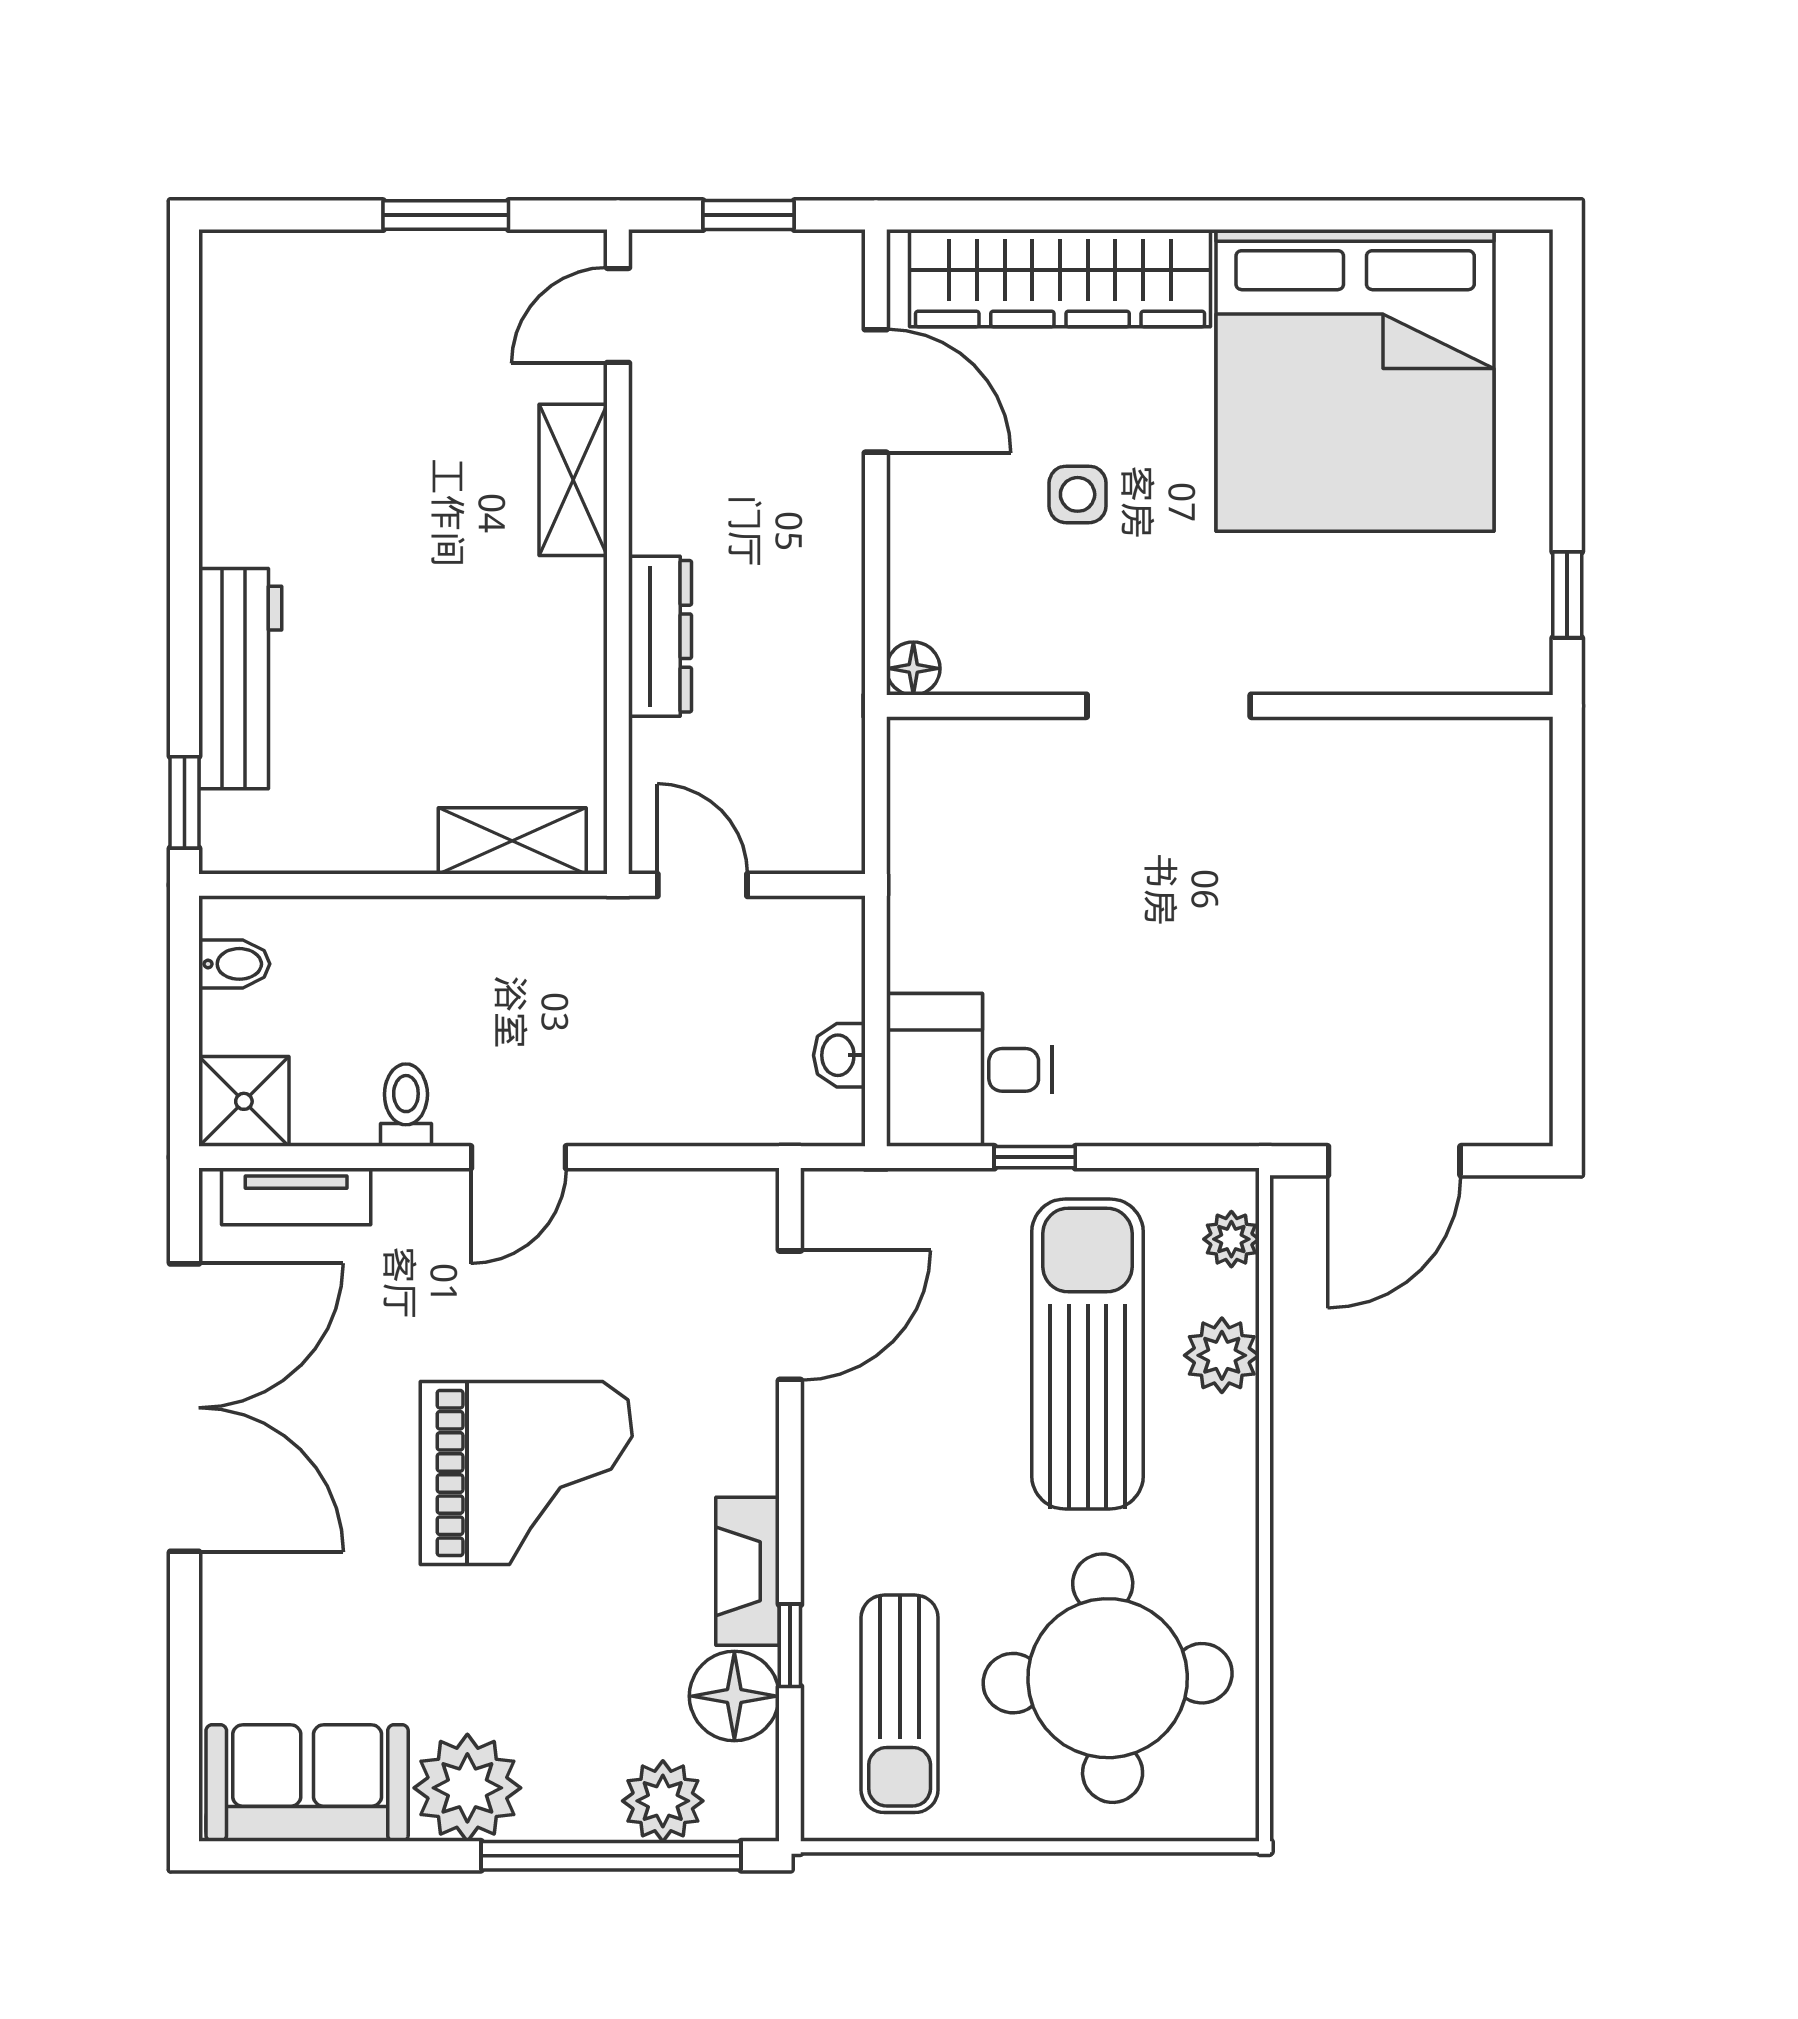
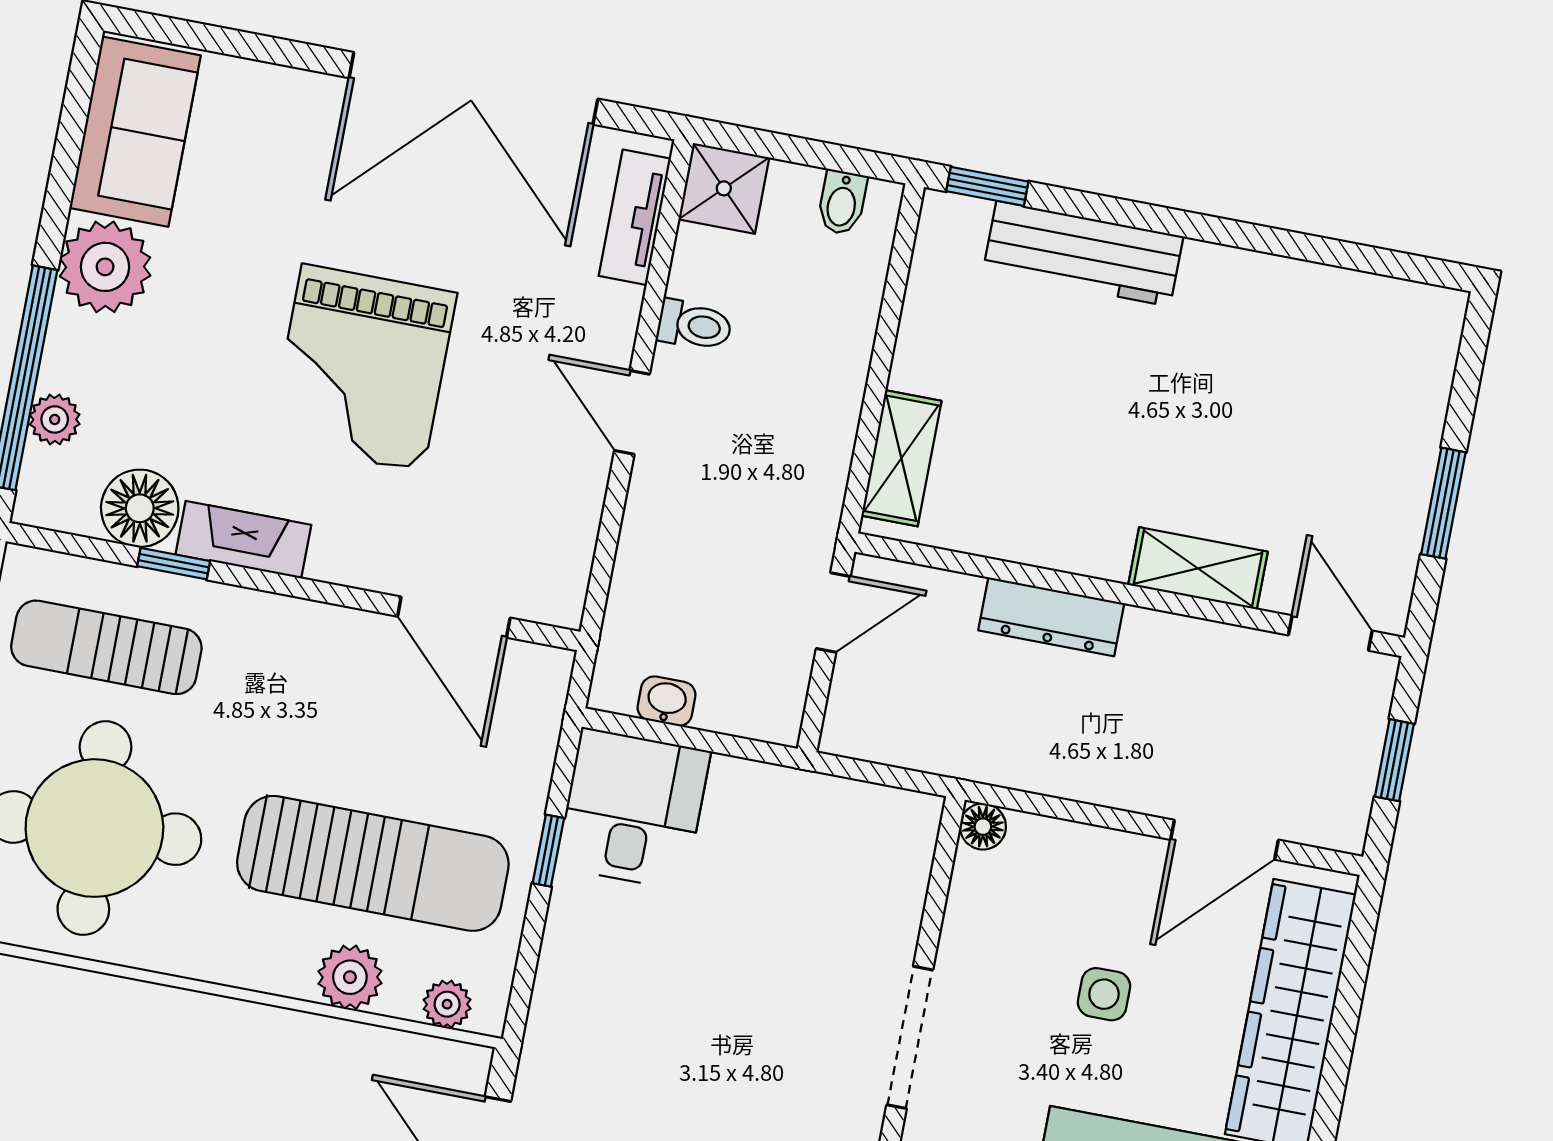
plant: (663, 1801) -> (55, 419), width x0.73, depth x0.73

